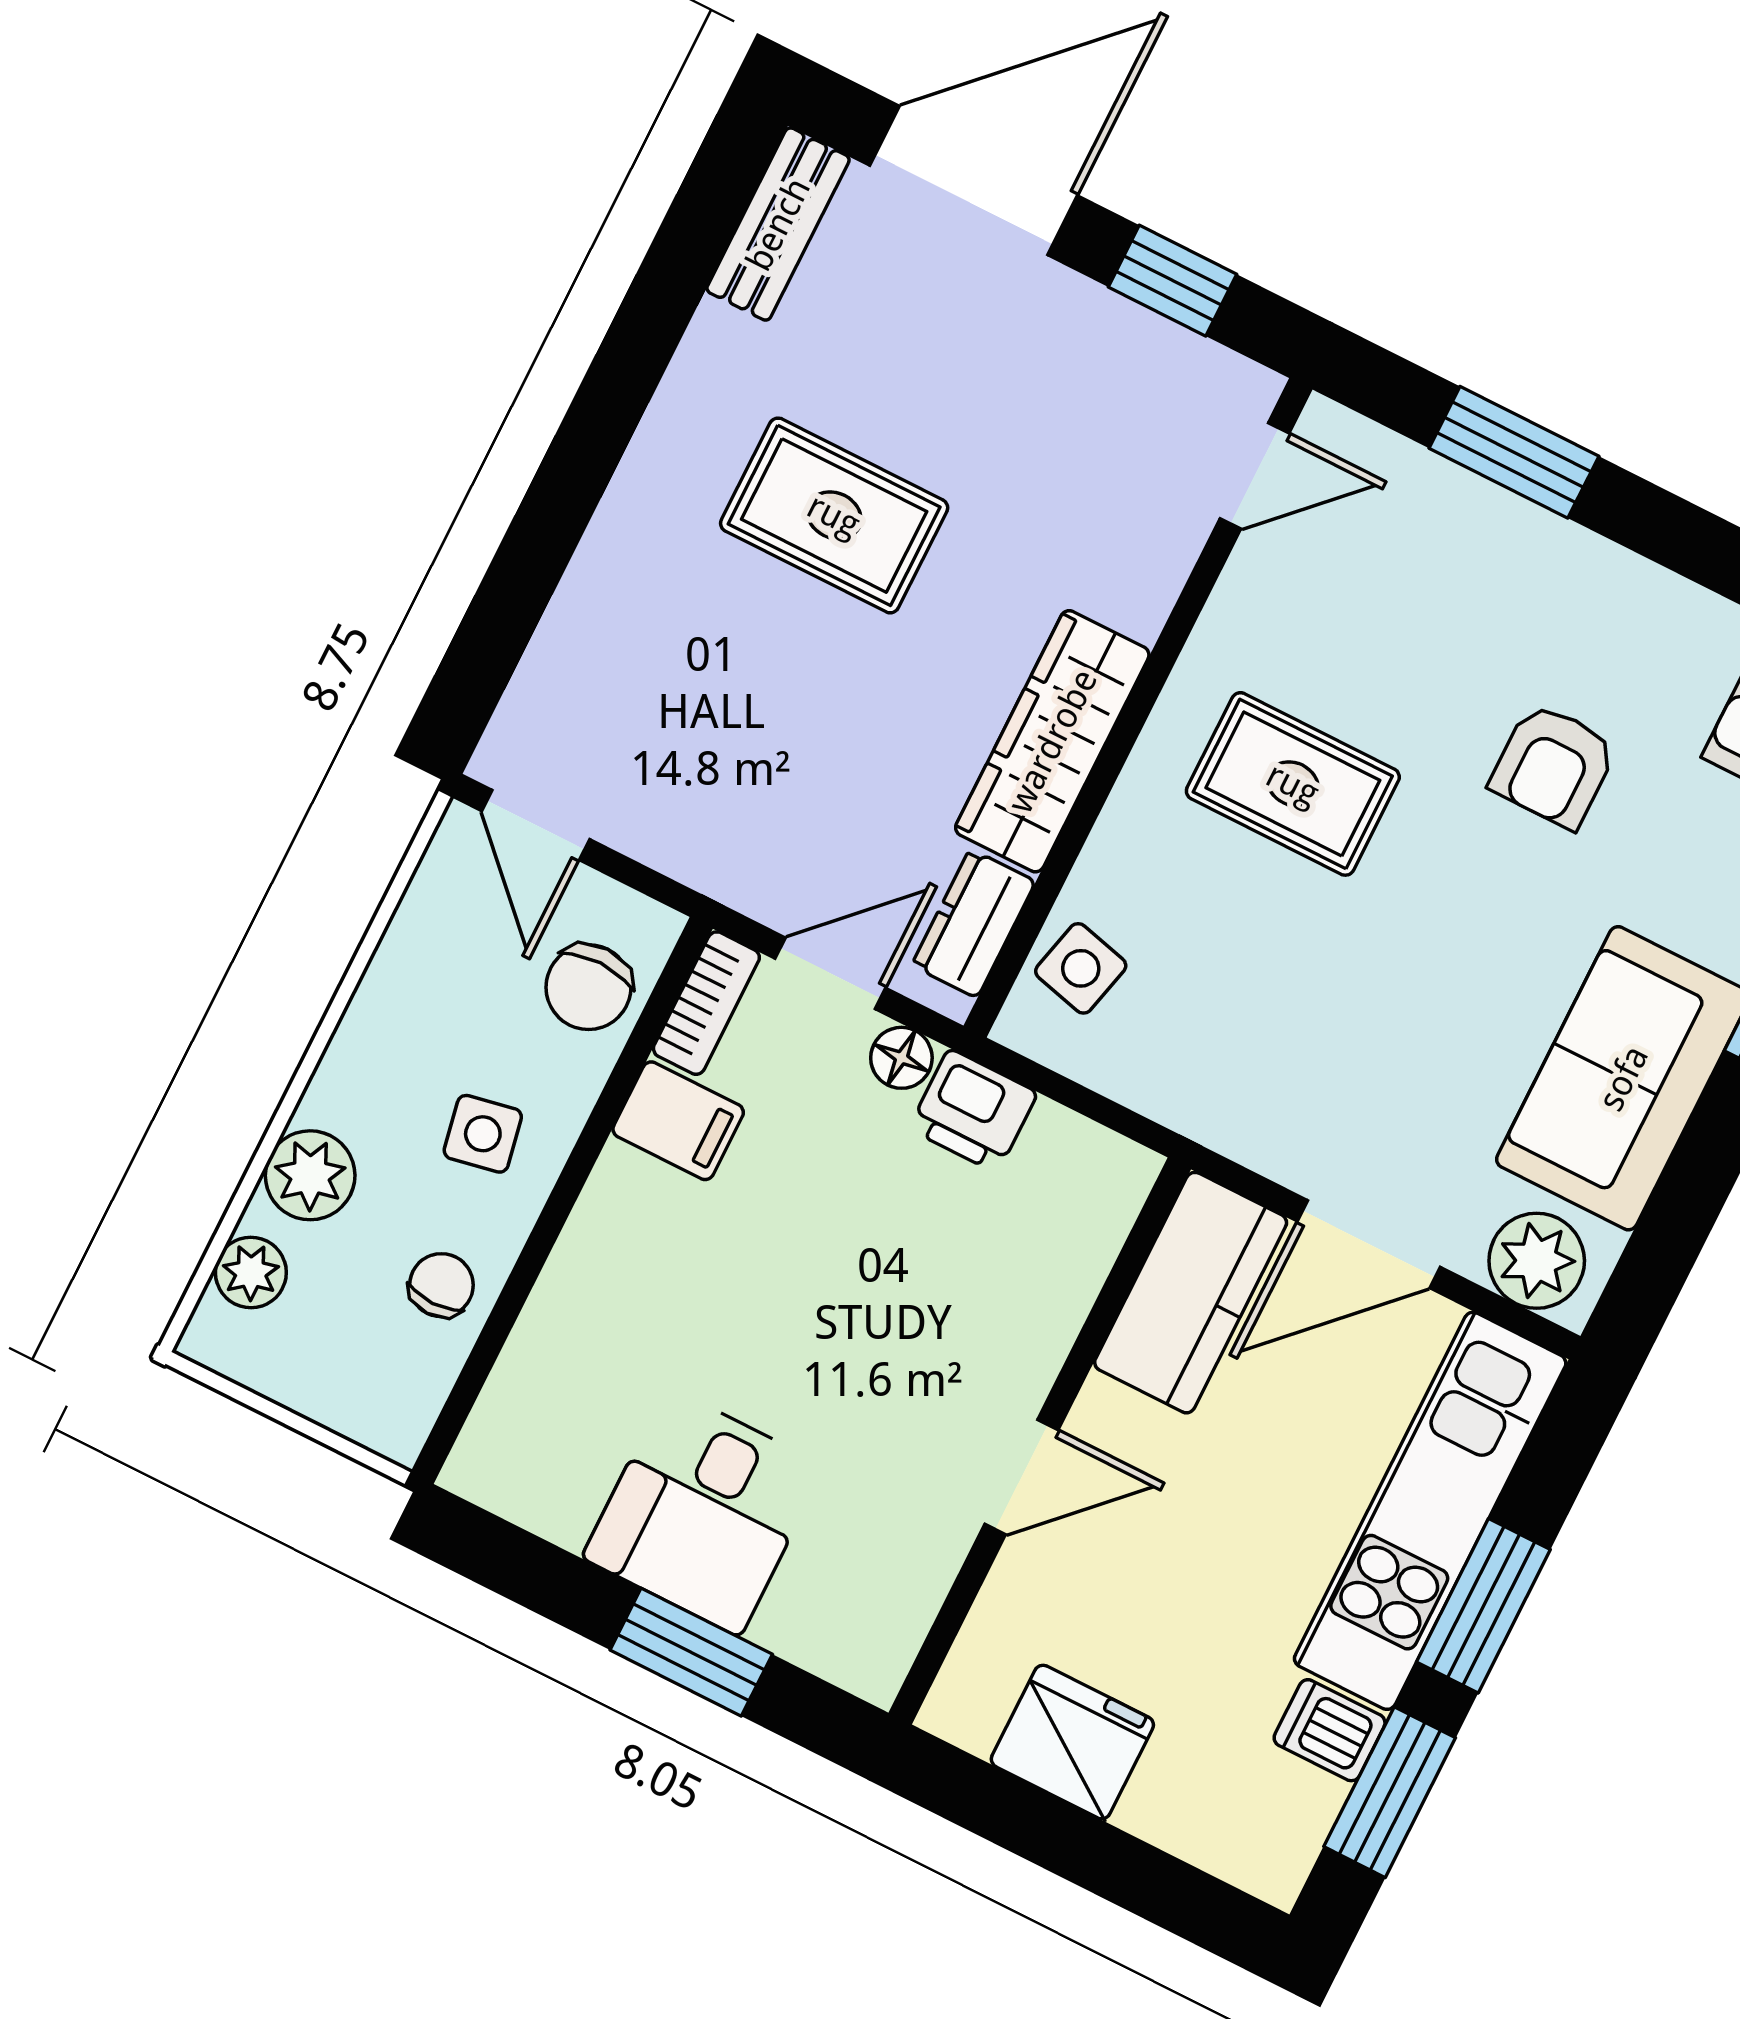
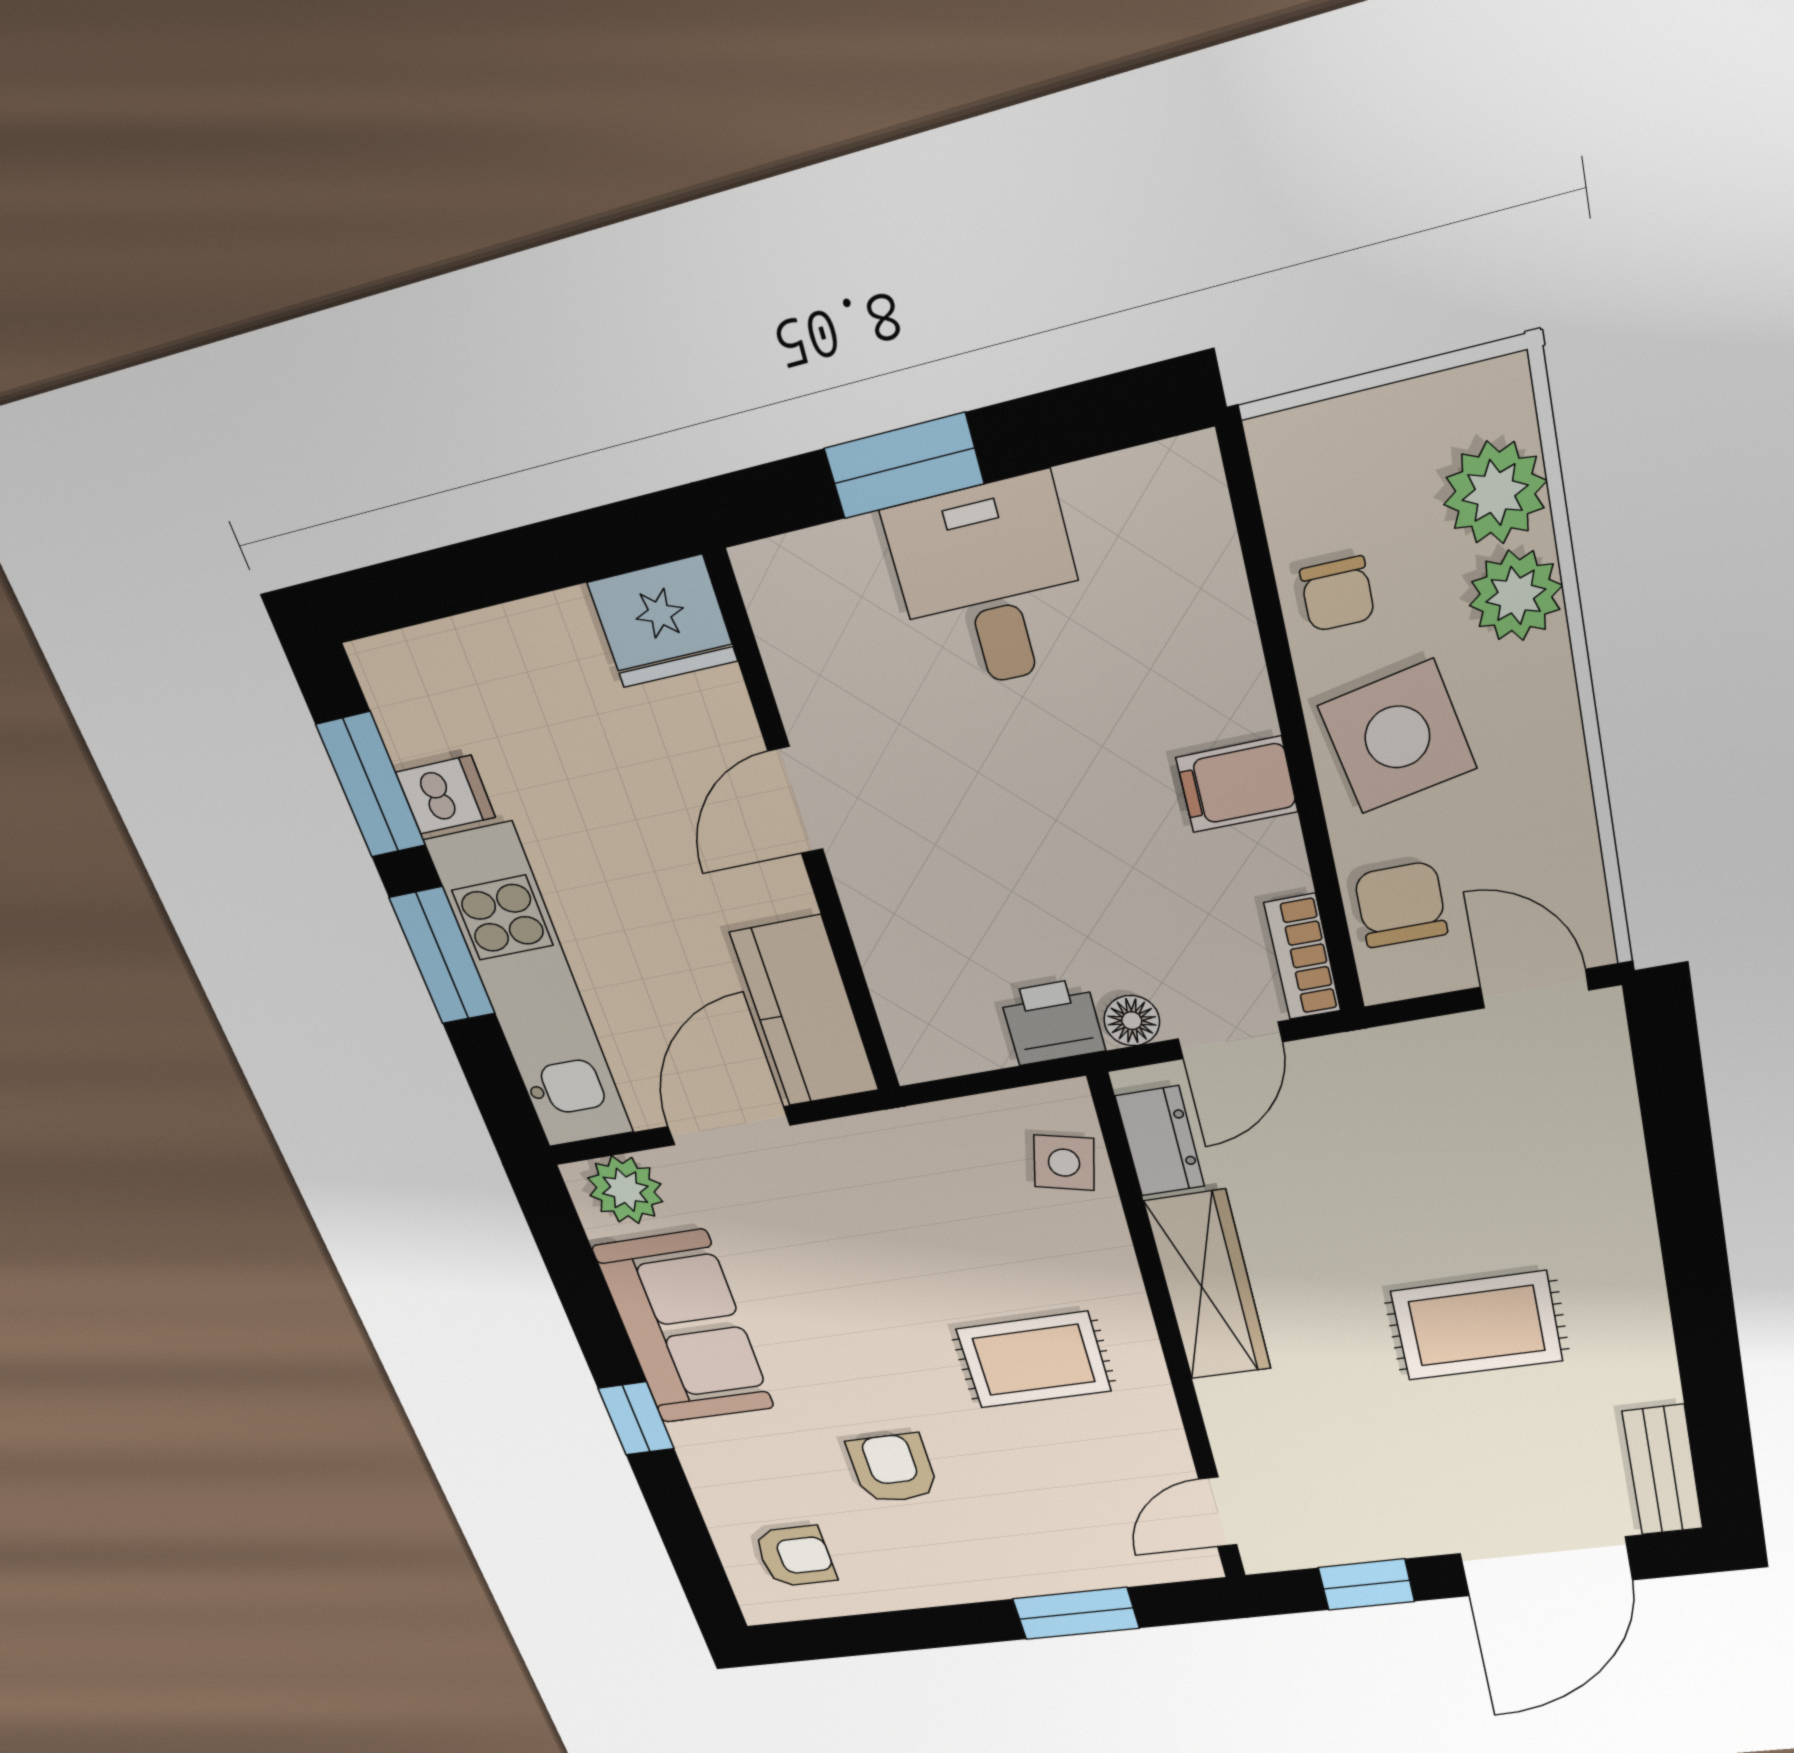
filing cabinet: (678, 1121) -> (1237, 785), moved
side table: (483, 1134) -> (1397, 737), width x1.87, depth x1.87
plant: (251, 1272) -> (1495, 493), width x1.38, depth x1.38
fridge: (1072, 1742) -> (663, 622), moved

